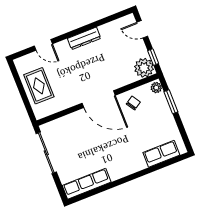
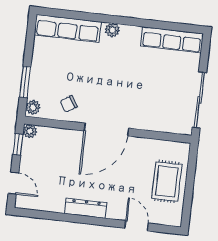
plant: (144, 68) -> (30, 131), width x0.53, depth x0.53
door: (99, 99) -> (106, 129), swing flipped
row of seats: (161, 154) -> (68, 28), width x1.48
plant: (131, 169) -> (112, 30), added

